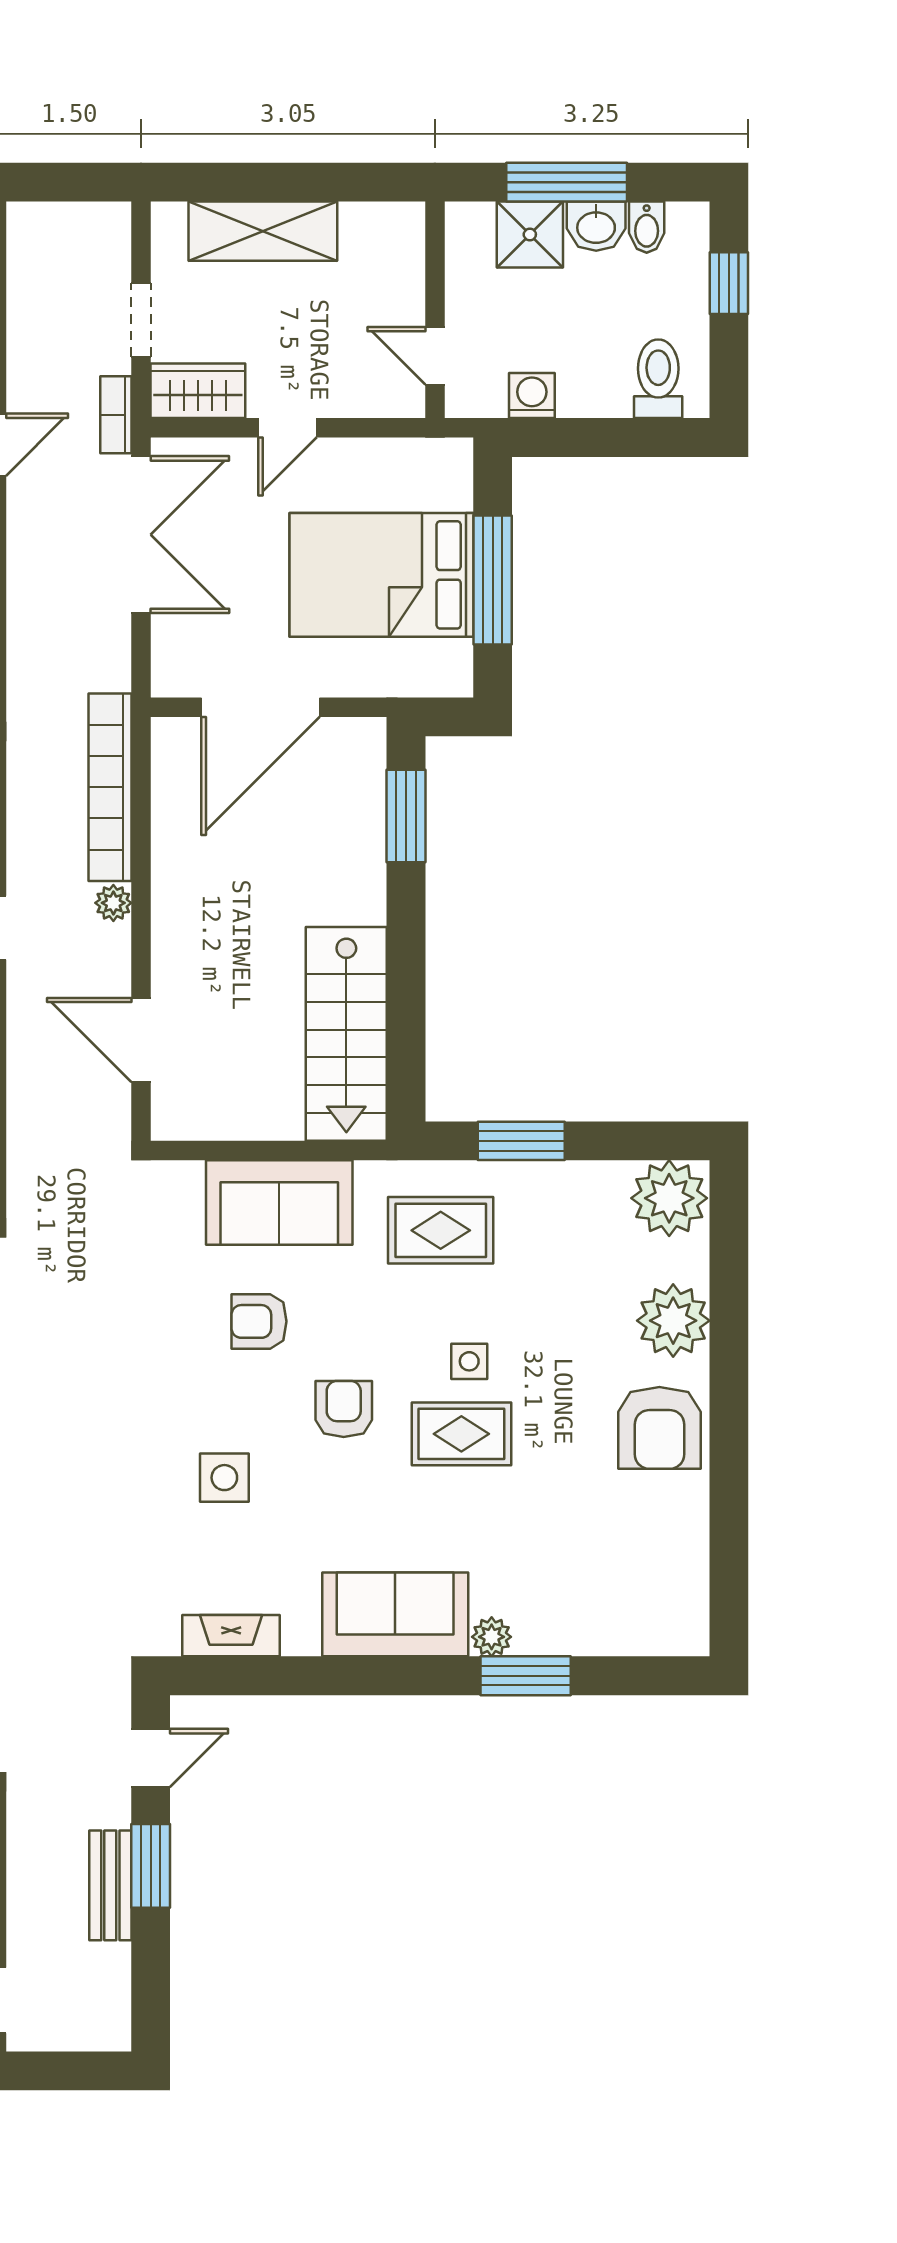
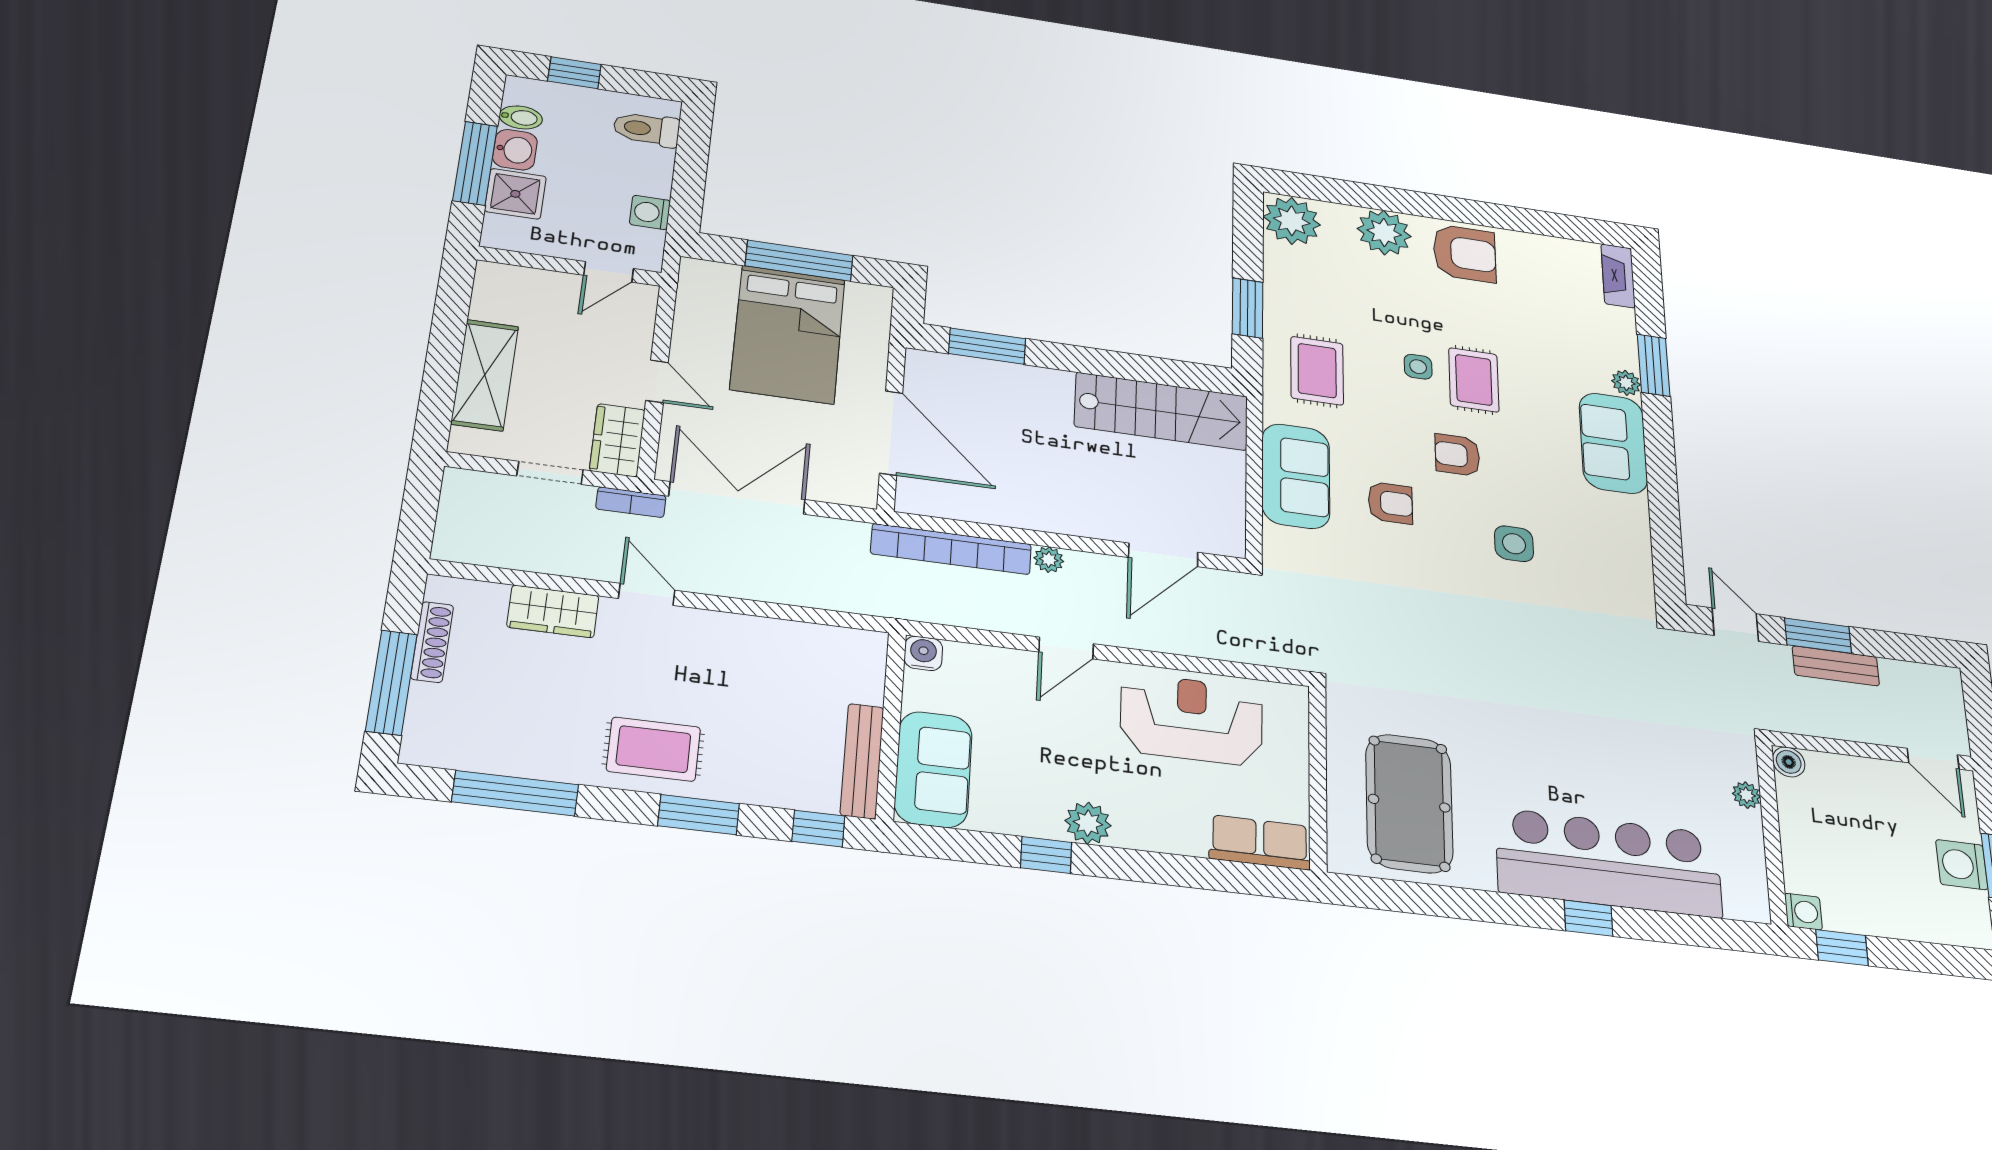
armchair: (259, 1321) -> (1390, 503), turned -90
fireplace: (231, 1636) -> (1618, 276), moved

